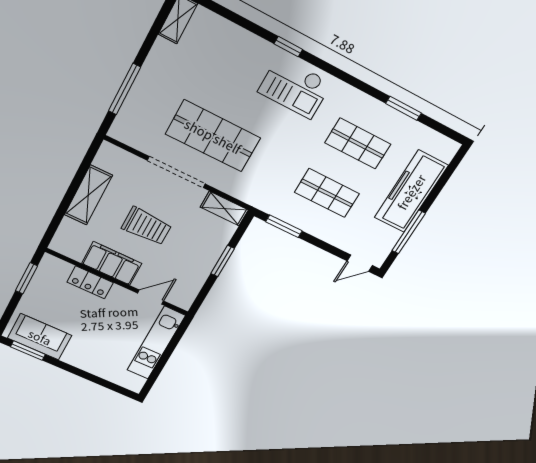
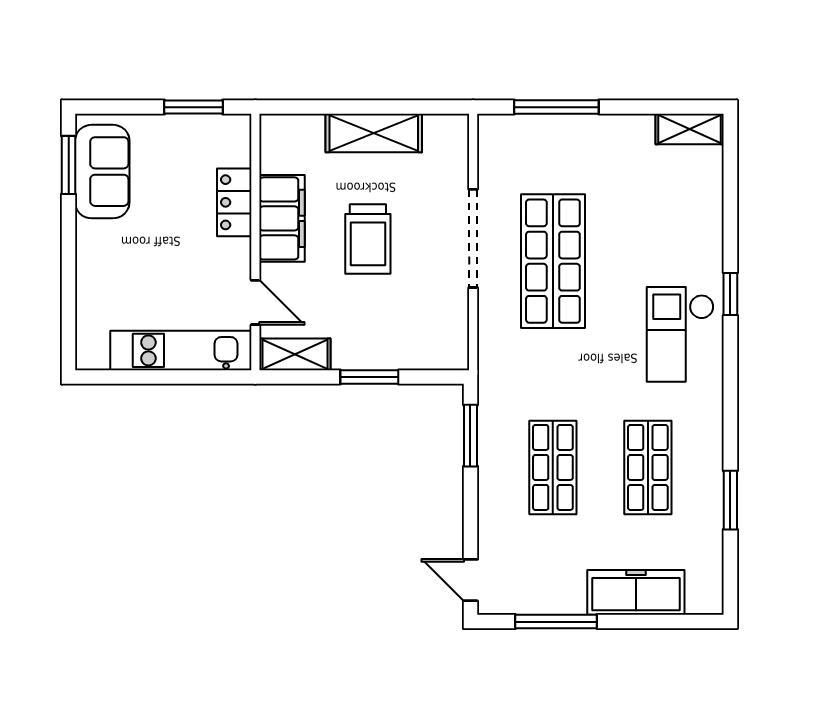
freezer: (411, 192) -> (636, 592), width x0.73, depth x0.79
shelving: (224, 209) -> (295, 354), moved, turned 90

